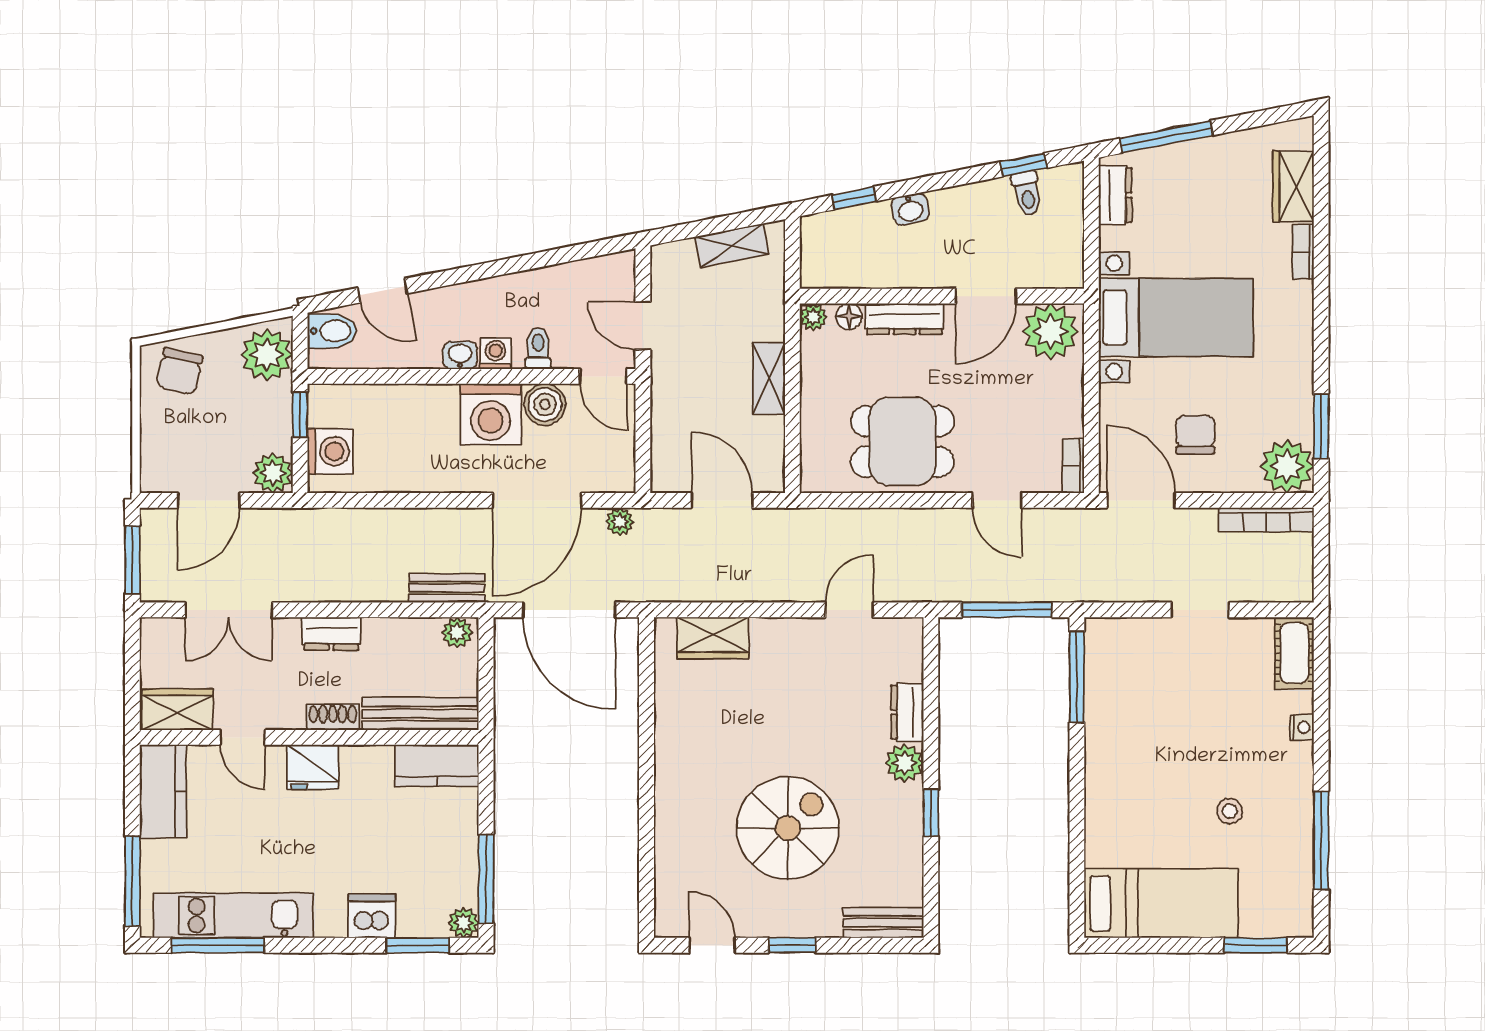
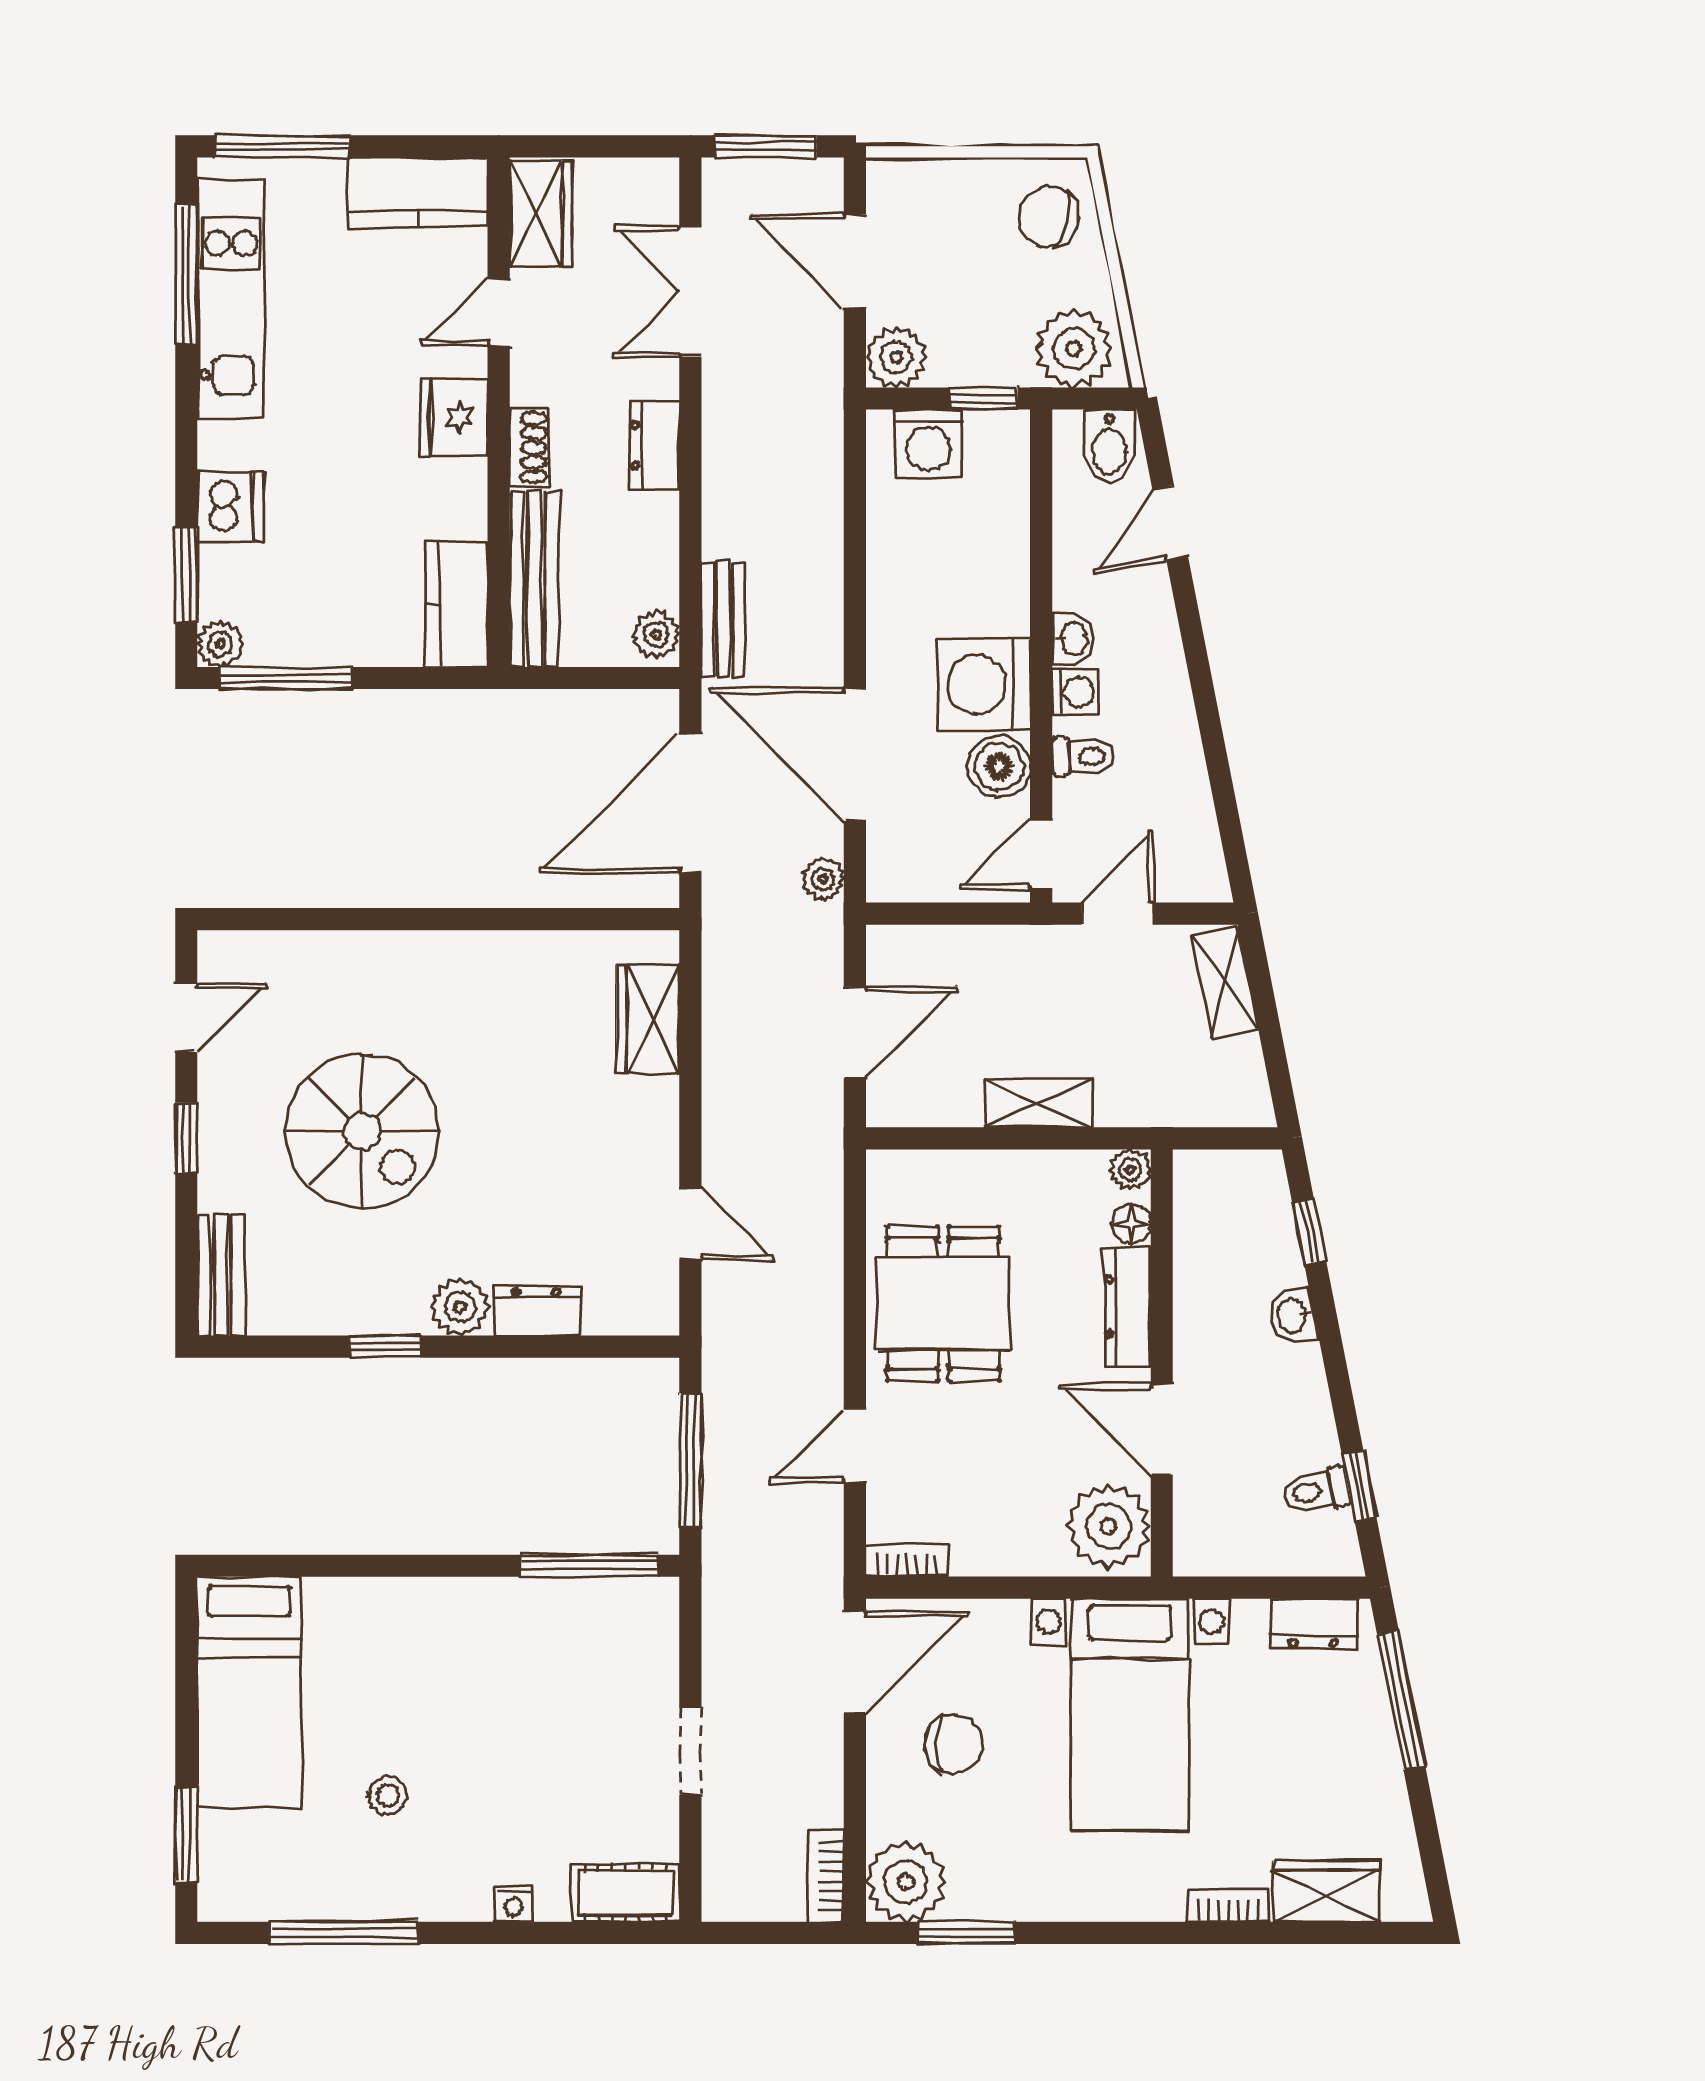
shelving: (732, 245) -> (1225, 982), moved
bookcase: (1266, 520) -> (826, 1876), width x0.64

